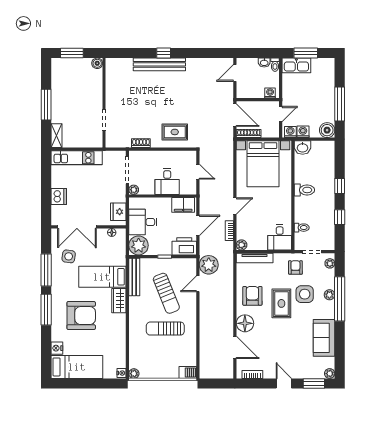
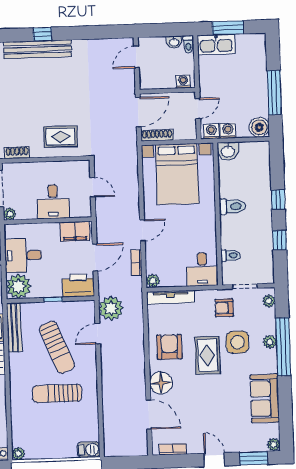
door: (235, 115) -> (138, 112), hinge flipped
armchair: (295, 267) -> (224, 308), turned -90

